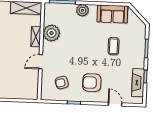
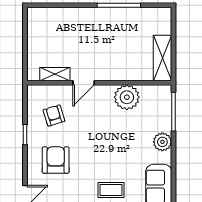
shelving: (36, 37) -> (55, 74), moved
door: (41, 62) -> (84, 83), swing flipped

